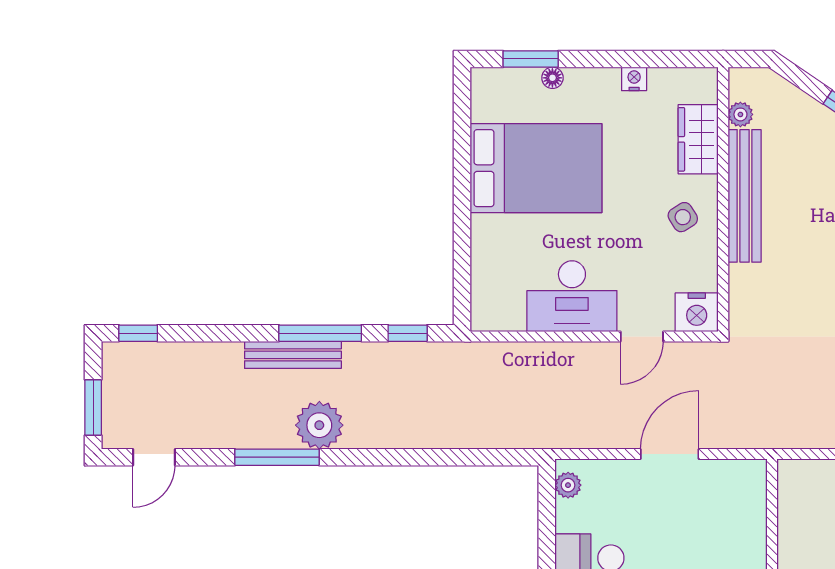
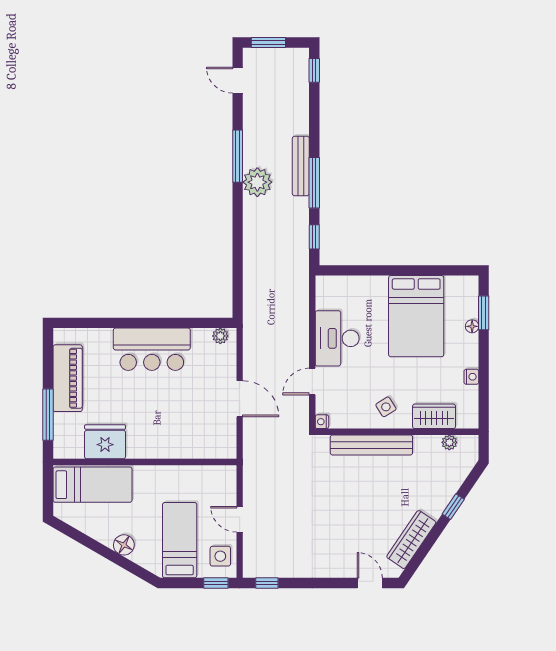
bench: (745, 196) -> (371, 445), moved
nightstand: (697, 312) -> (322, 422), width x0.53, depth x0.56
door: (642, 336) -> (312, 382), hinge flipped

